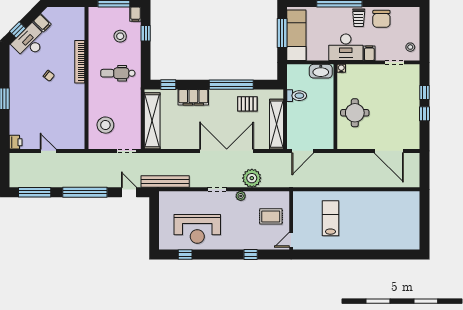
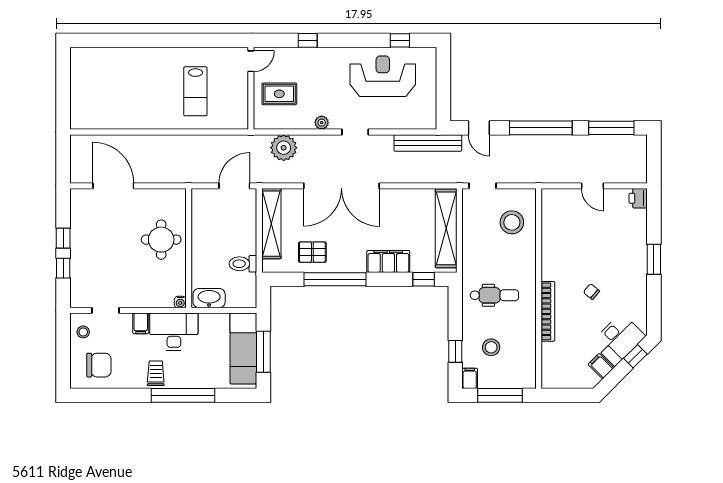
chair: (381, 19) -> (99, 365), moved, turned 90
plant: (252, 178) -> (284, 148), moved

